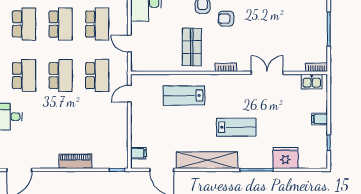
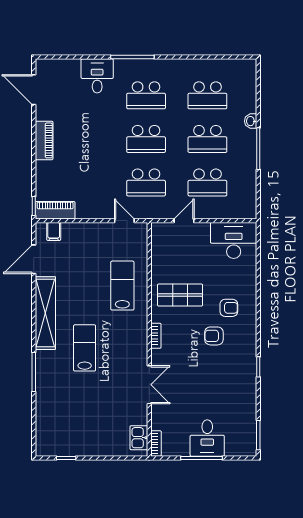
armchair: (226, 19) -> (214, 336), turned -90
desk: (312, 24) -> (207, 438), added
filing cabinet: (320, 119) -> (94, 447), removed
lab bench: (236, 127) -> (85, 348), turned 180
piano: (121, 152) -> (55, 210), added
fridge: (286, 158) -> (48, 407), removed
piano: (75, 161) -> (44, 140), moved

